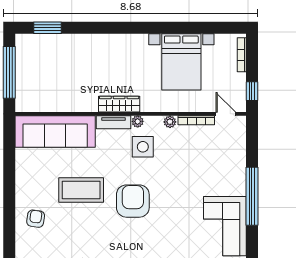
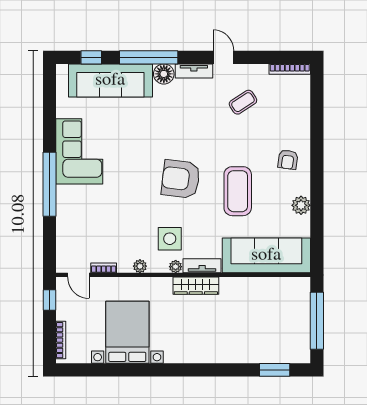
bookcase: (196, 120) -> (104, 268), width x0.64
plant: (24, 177) -> (301, 205), added
coffee table: (81, 190) -> (238, 191), turned 90
armchair: (133, 201) -> (181, 179), turned 97

